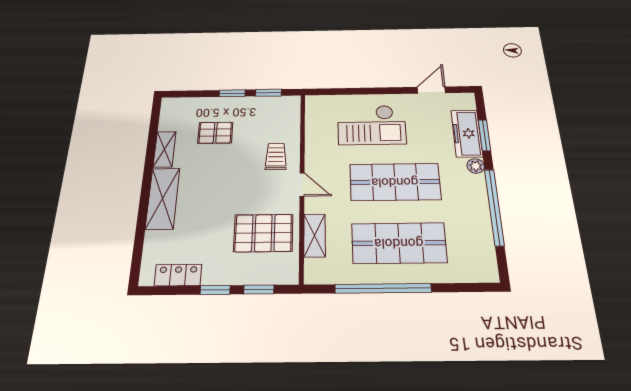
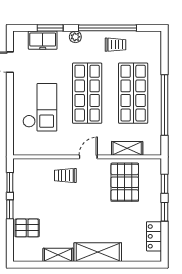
pallet: (215, 133) -> (27, 228), moved, turned 90
freezer: (467, 133) -> (43, 40), width x0.71
trolley: (471, 218) -> (115, 45), added

